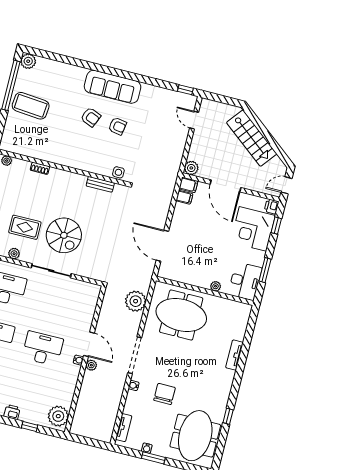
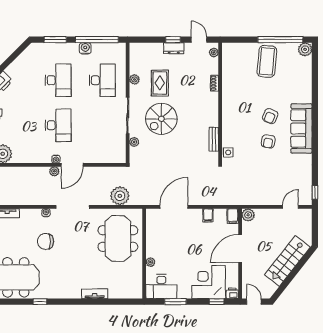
filing cabinet: (184, 197) -> (208, 215), moved
plant: (81, 271) -> (134, 142), added
chair: (165, 394) -> (45, 241), turned 180

